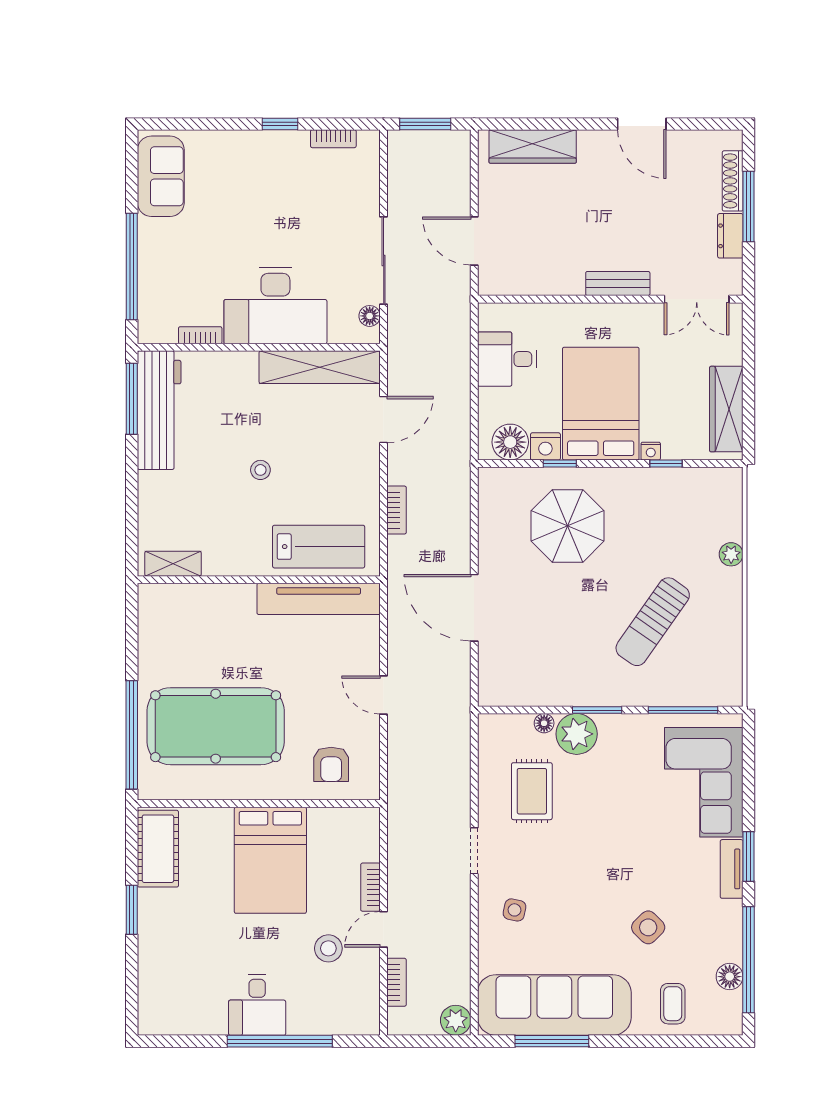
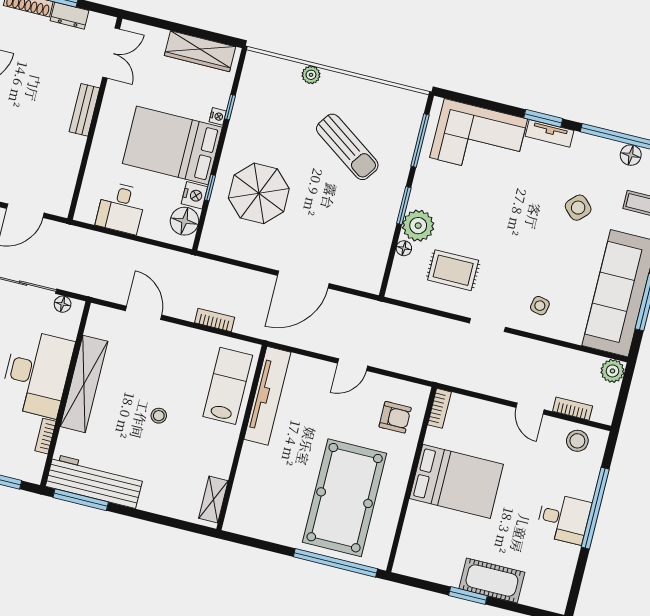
shelving: (320, 367) -> (84, 384), moved
cot: (158, 849) -> (492, 581), moved
bookcase: (370, 887) -> (439, 408), moved, turned -90
stool: (328, 948) -> (577, 441), moved

